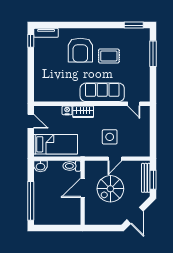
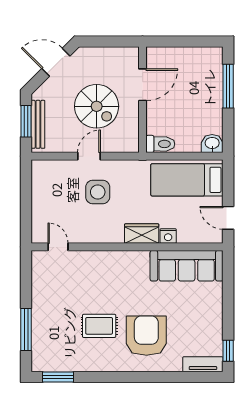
sofa: (102, 92) -> (187, 266), moved
door: (83, 188) -> (143, 85), moved
spiral stairs: (110, 189) -> (97, 106), turned 90
window: (31, 201) -> (228, 86), width x0.68
door: (135, 215) -> (56, 62), hinge flipped

